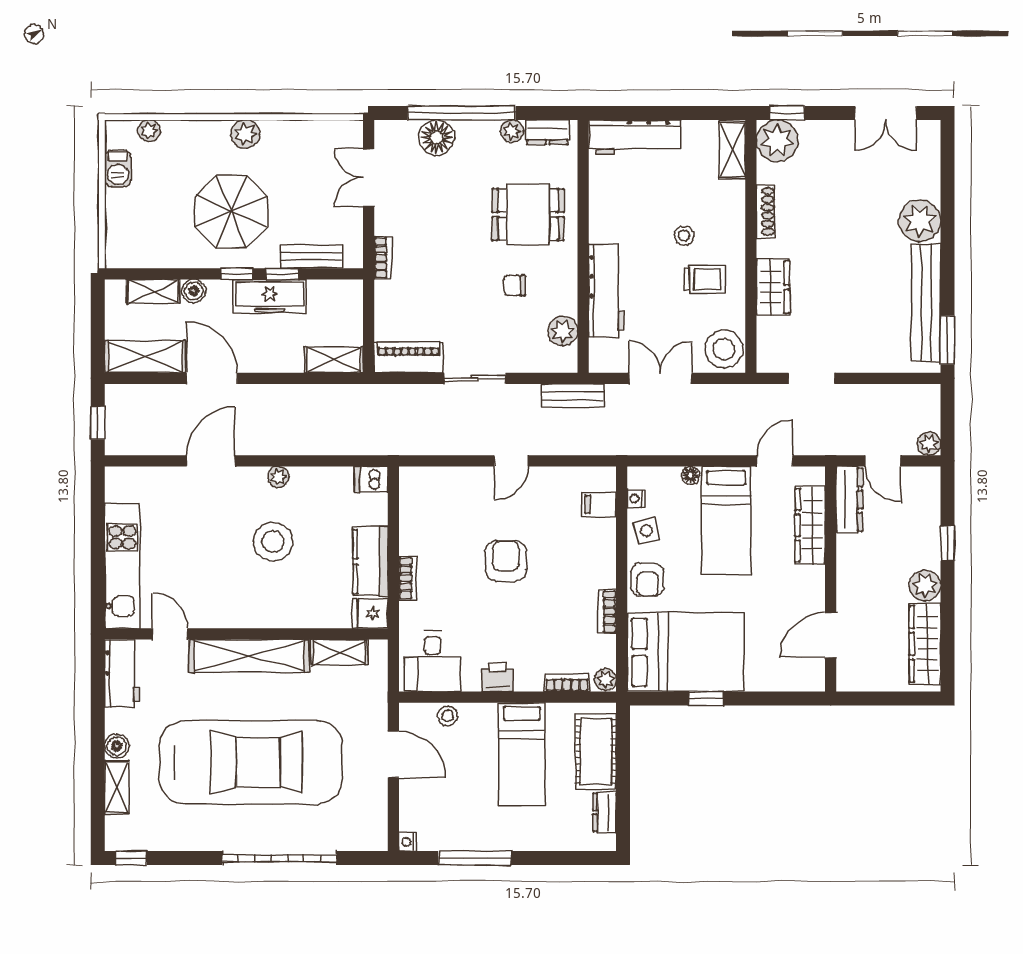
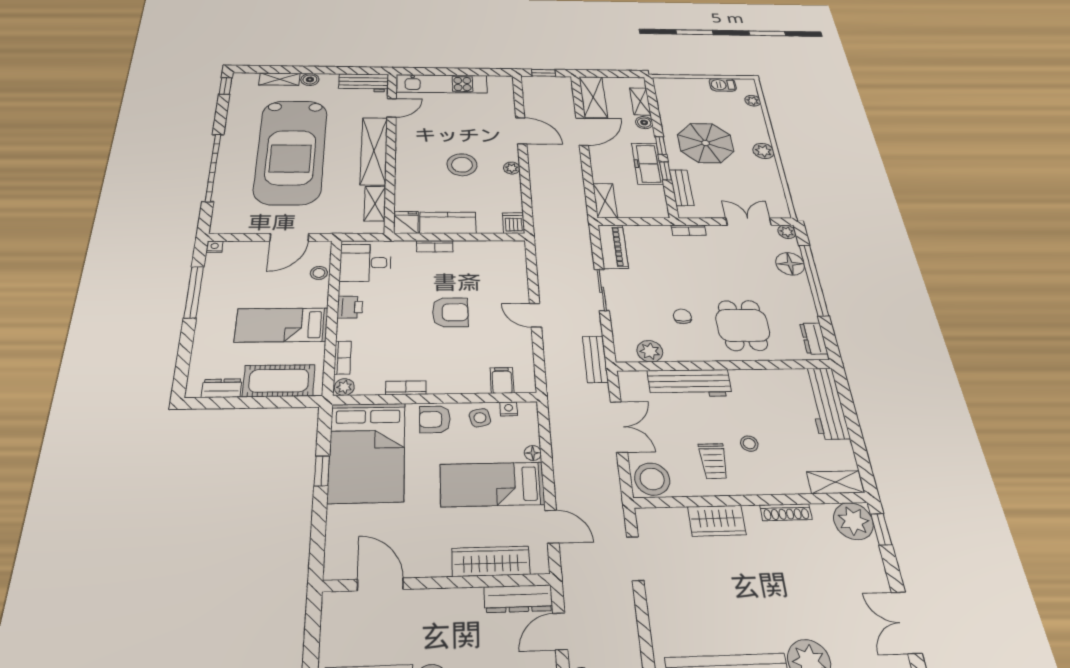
plant: (512, 131) -> (787, 232), moved

